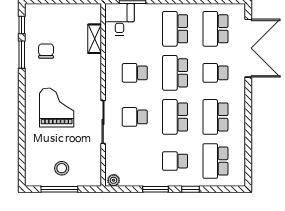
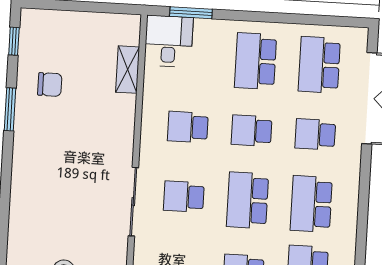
chair: (46, 51) -> (50, 84), turned 90
window: (22, 55) -> (10, 109), moved
school desk: (175, 73) -> (252, 131), width x0.54
grand piano: (57, 108) -> (61, 175), removed

